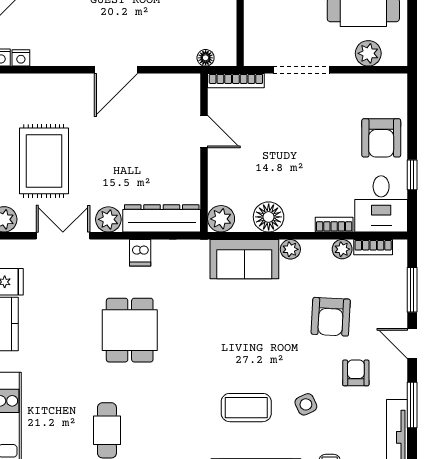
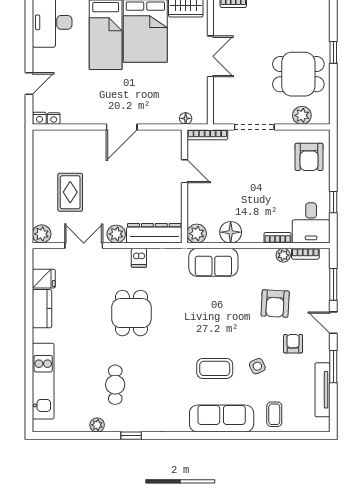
armchair: (381, 138) -> (309, 157), moved
rug: (44, 161) -> (70, 192), width x0.73, depth x0.70
plant: (290, 249) -> (246, 255), removed

